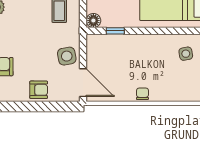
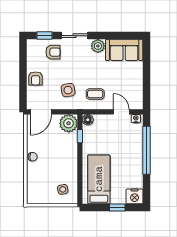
plant: (98, 46) -> (69, 123), added
side table: (67, 56) -> (68, 90), moved

